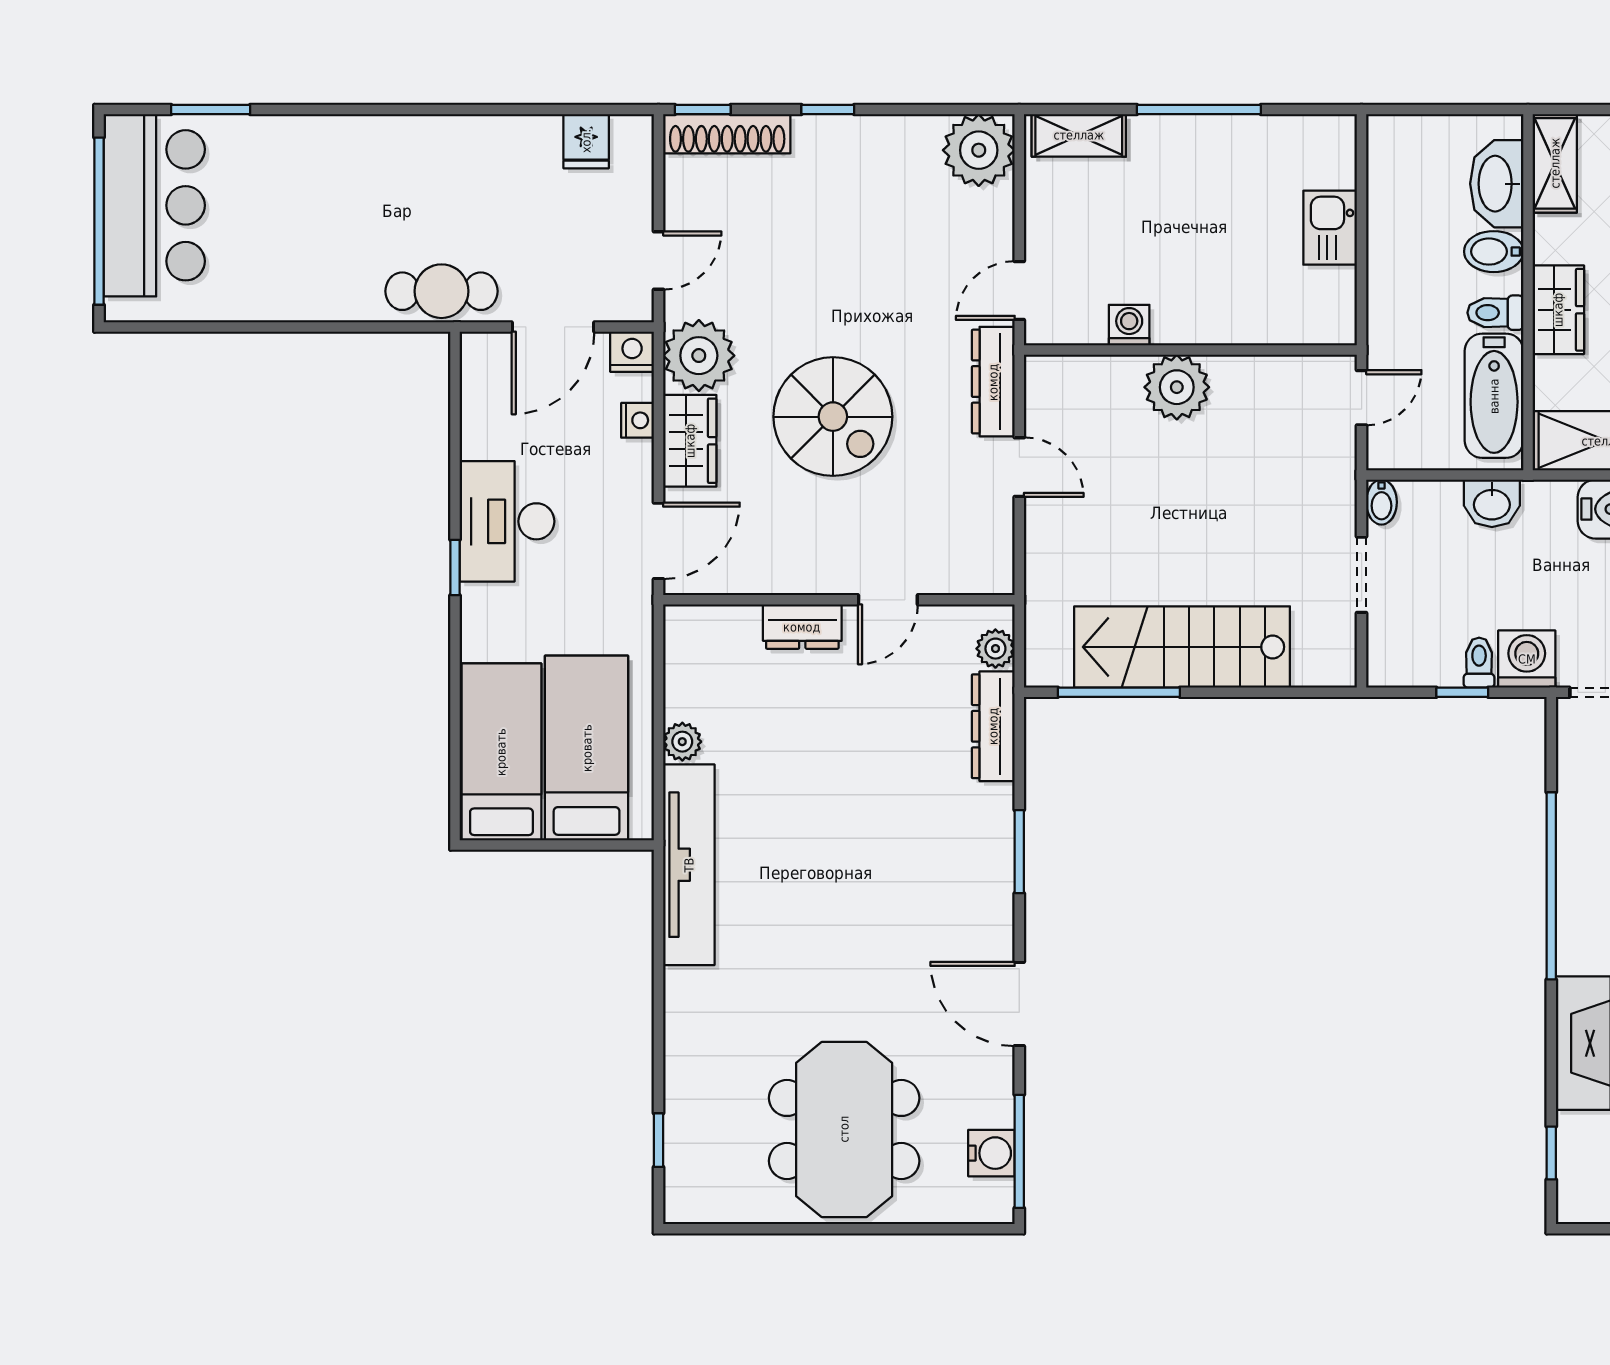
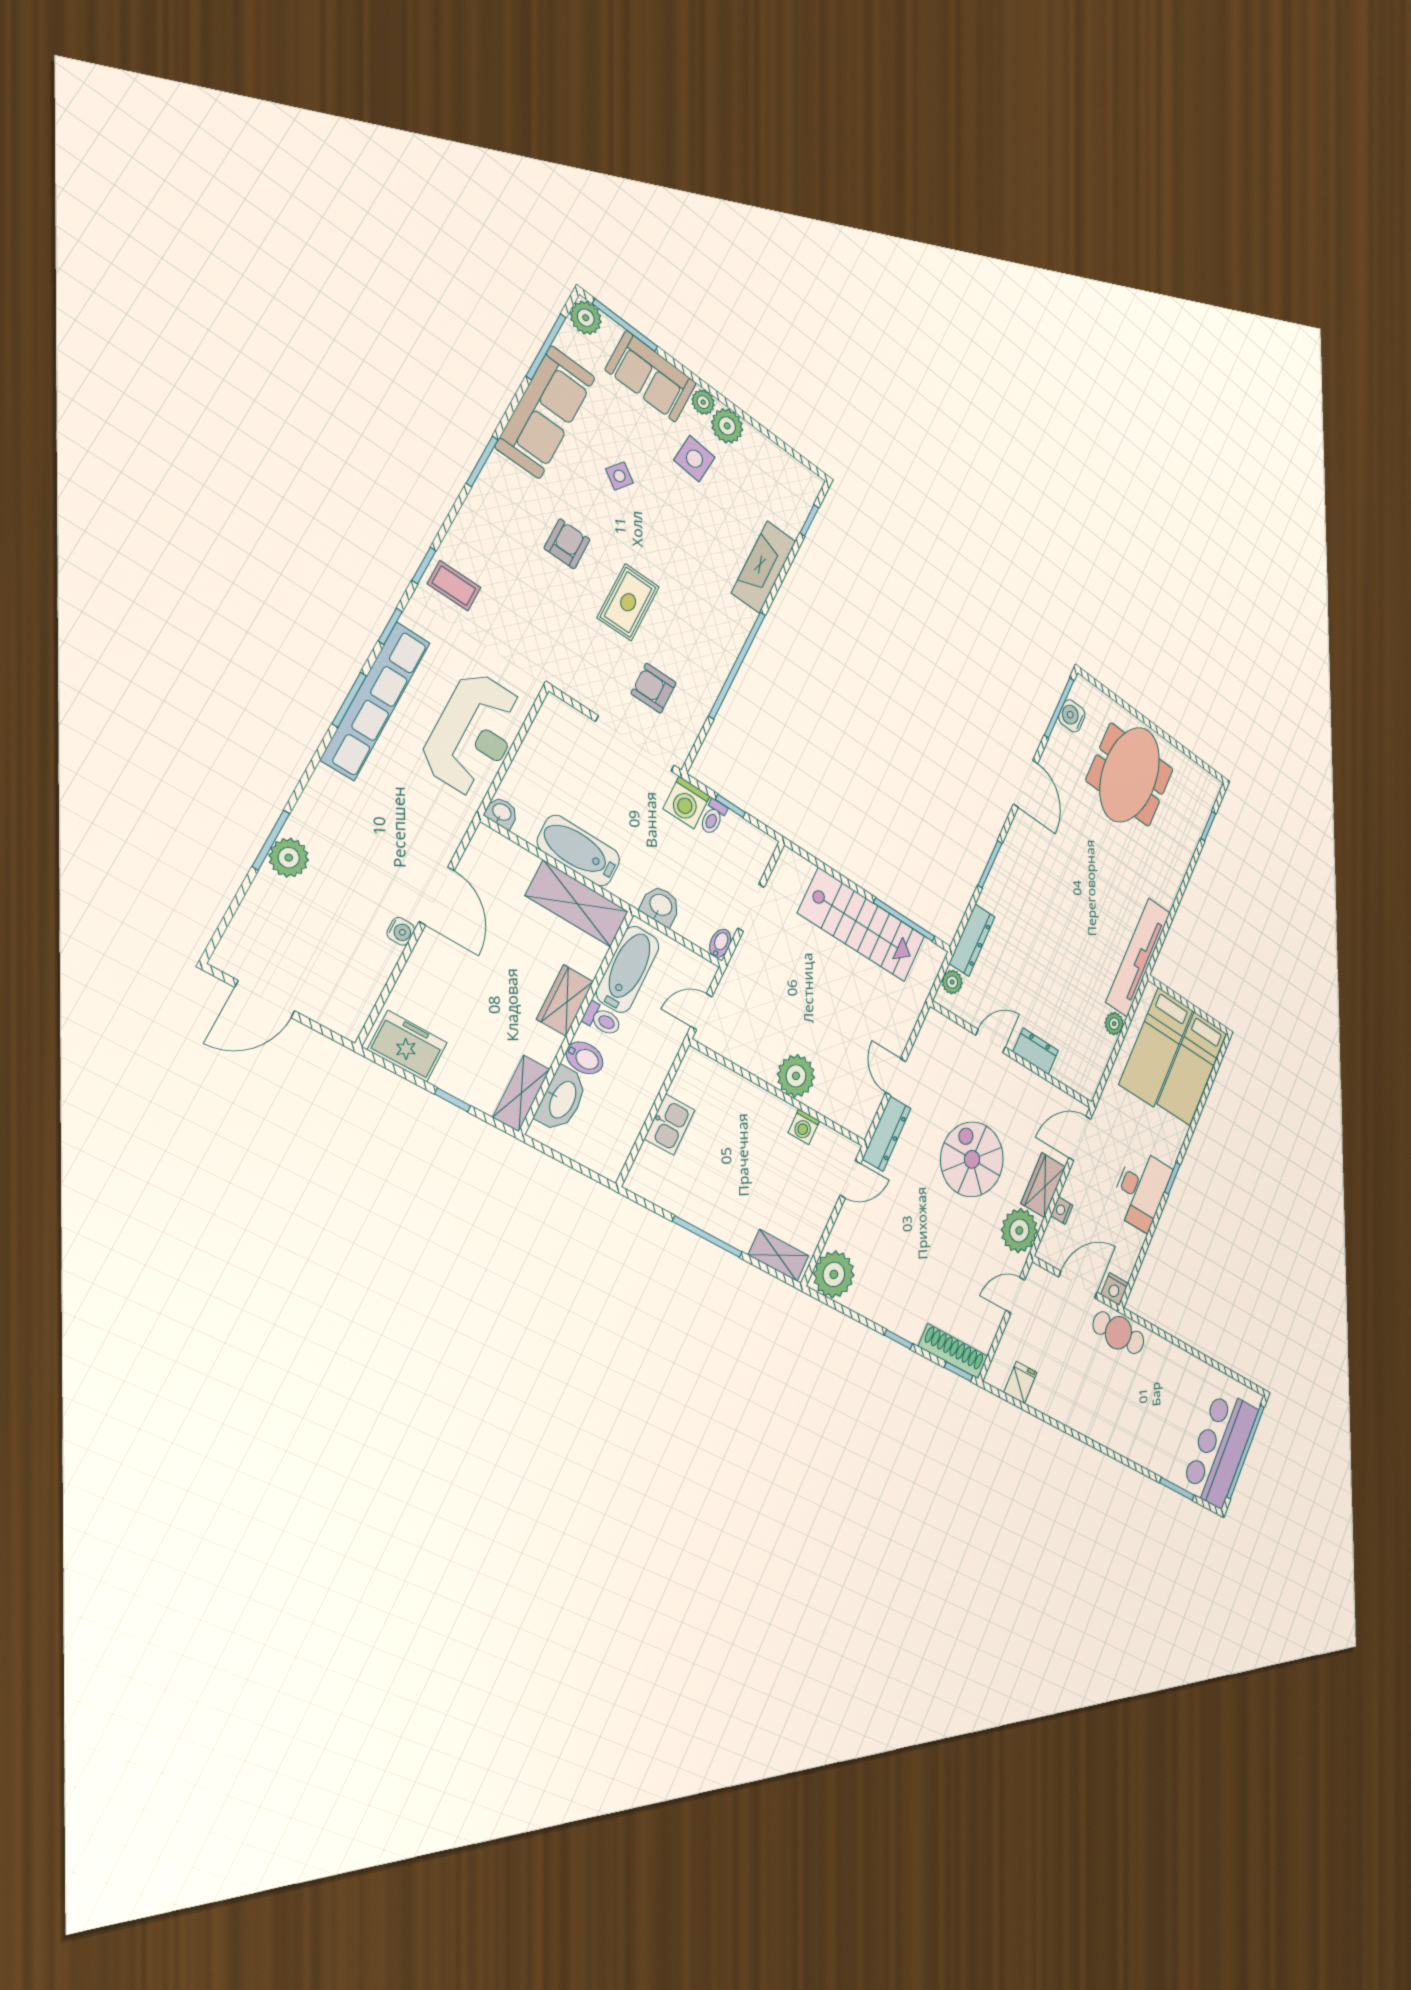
nightstand: (632, 352) -> (1115, 1289), moved

